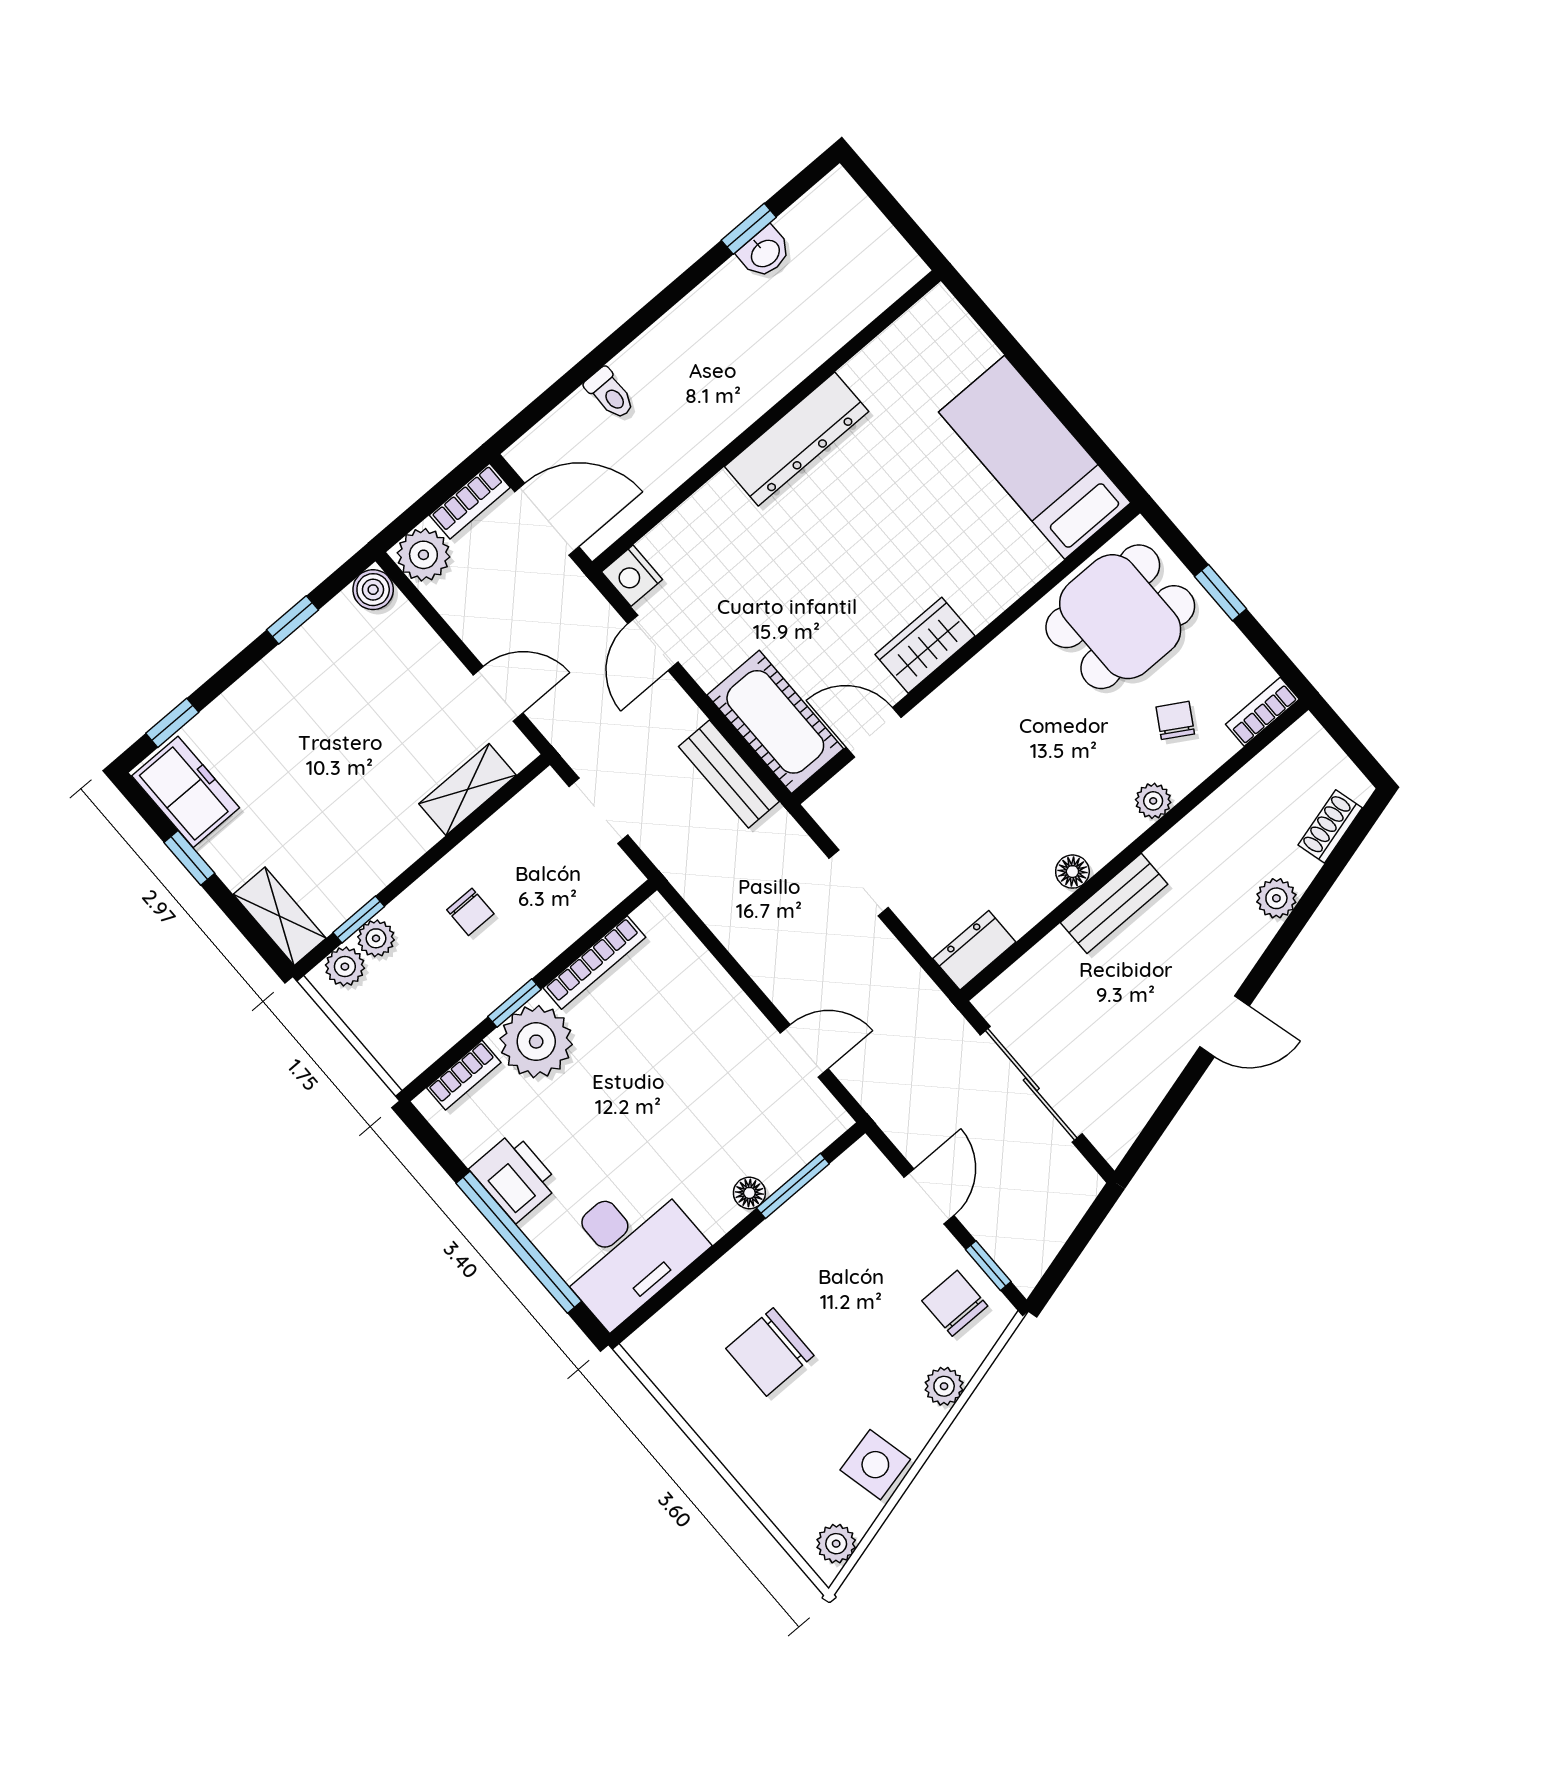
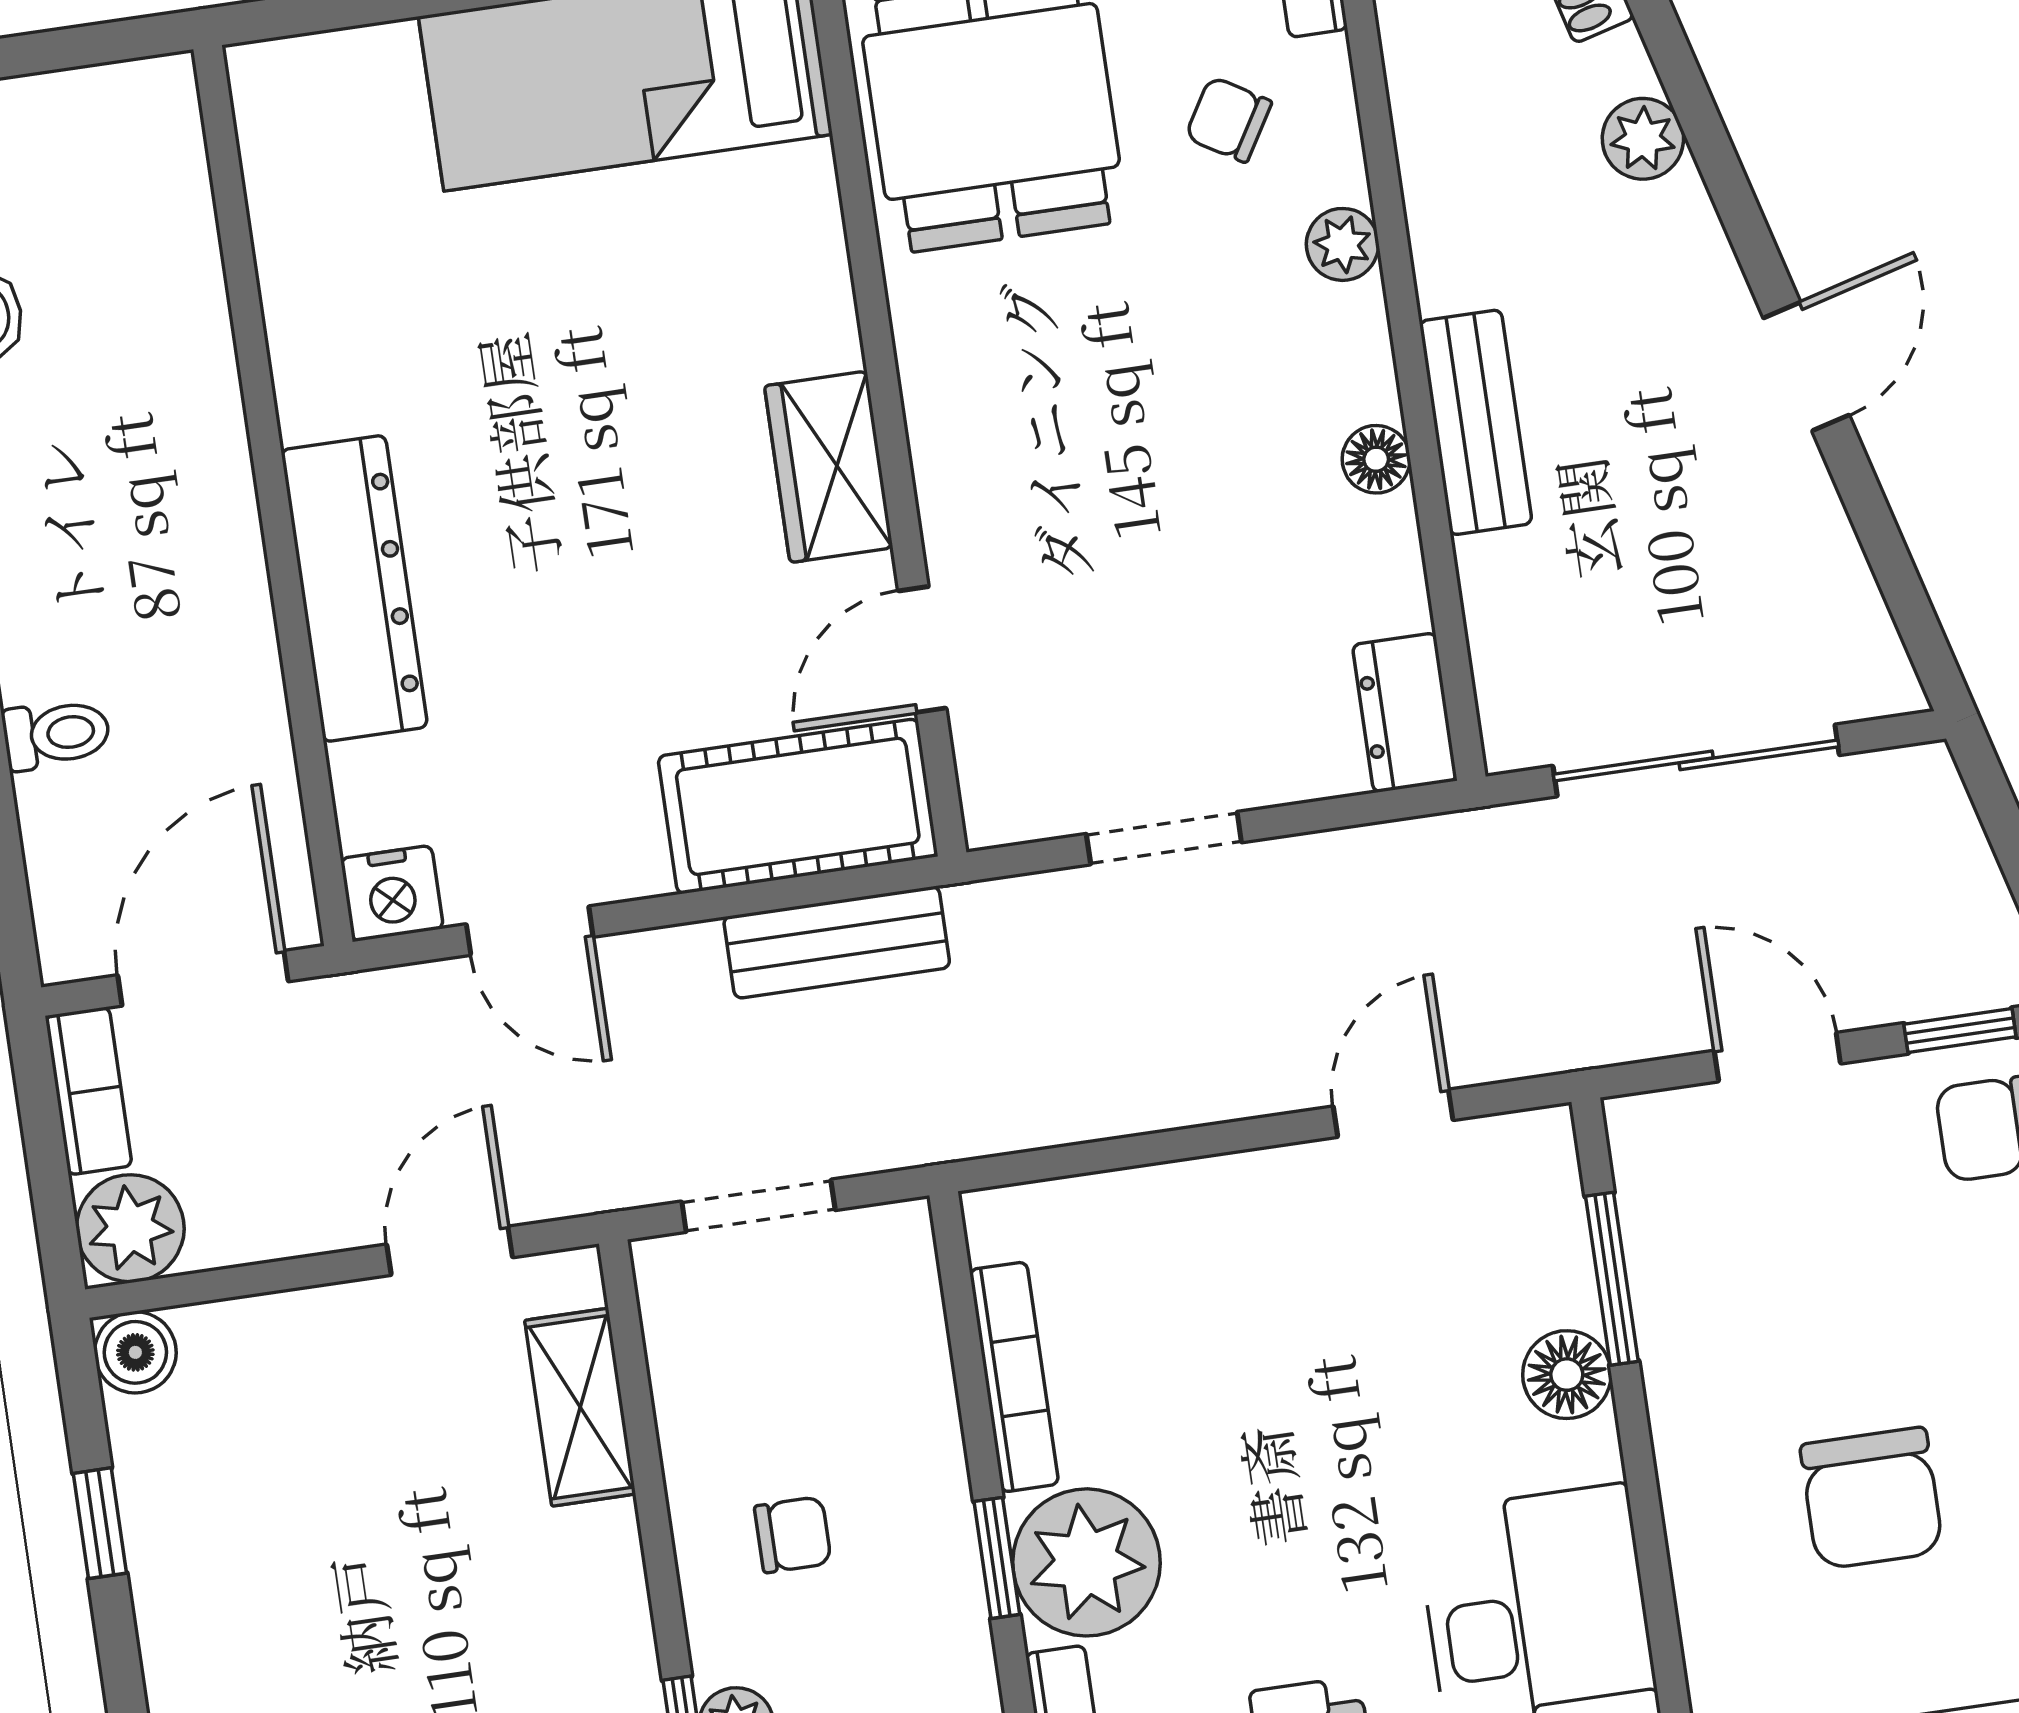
dresser: (797, 439) -> (354, 588), moved
floor lamp: (749, 1193) -> (1567, 1375), width x1.37, depth x1.37

